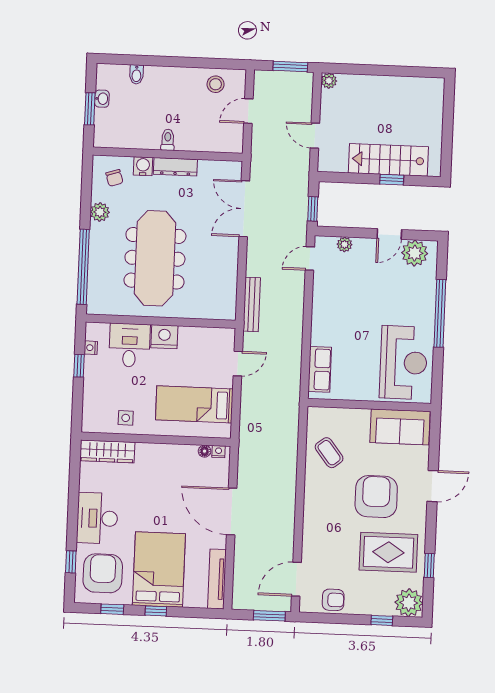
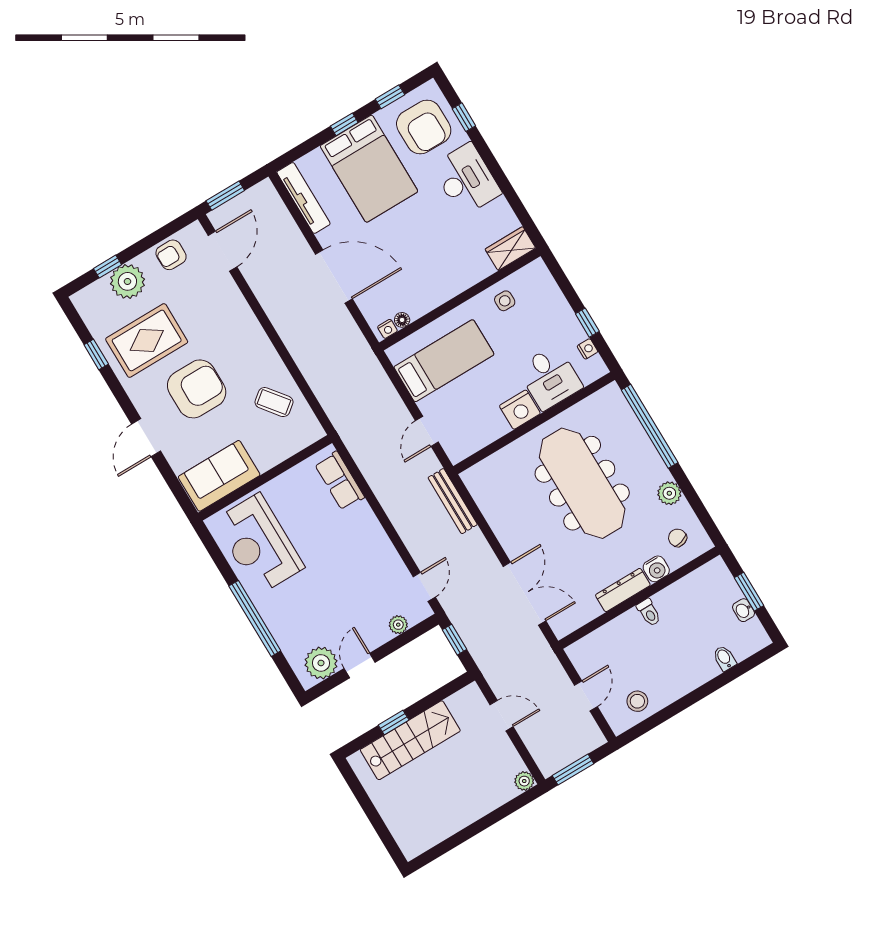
wardrobe: (107, 451) -> (510, 249), width x0.67
armchair: (376, 497) -> (197, 389), turned -90
plant: (409, 603) -> (127, 281), moved

